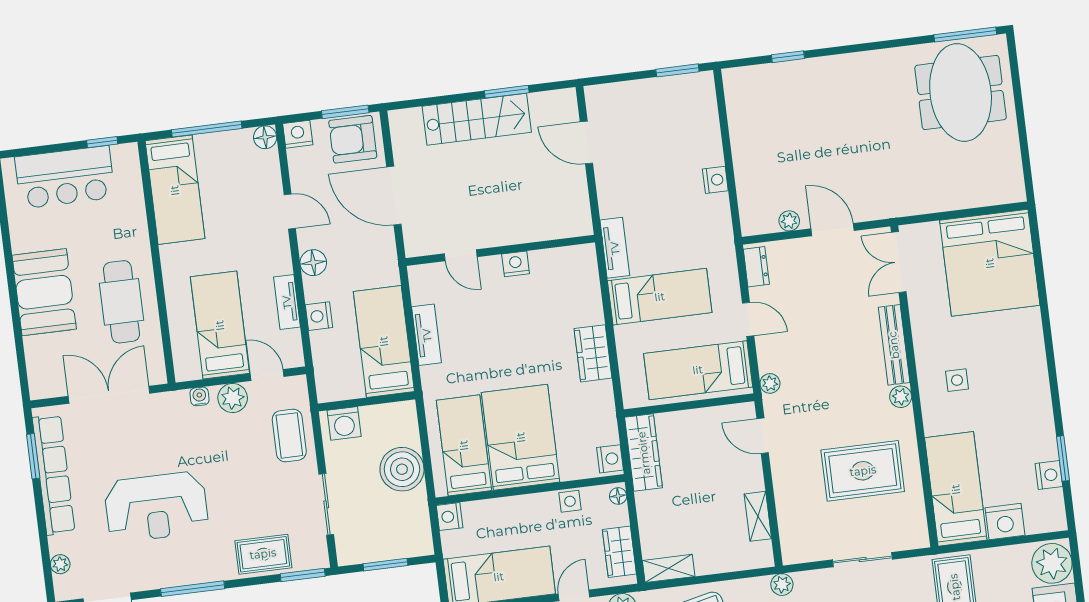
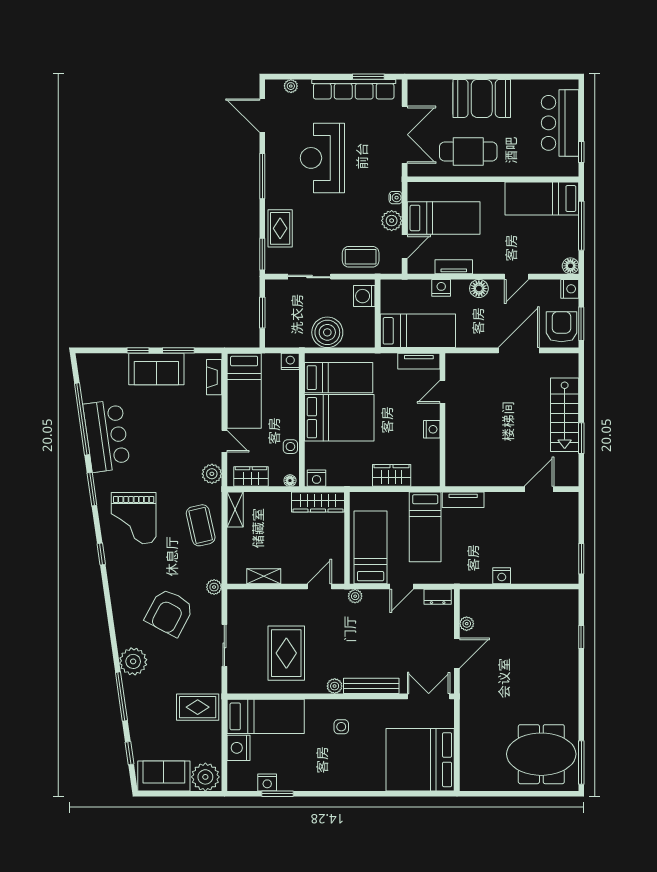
wall: (500, 250) -> (442, 420), moved
door: (461, 255) -> (442, 392), moved
nightstand: (516, 264) -> (432, 429), moved

